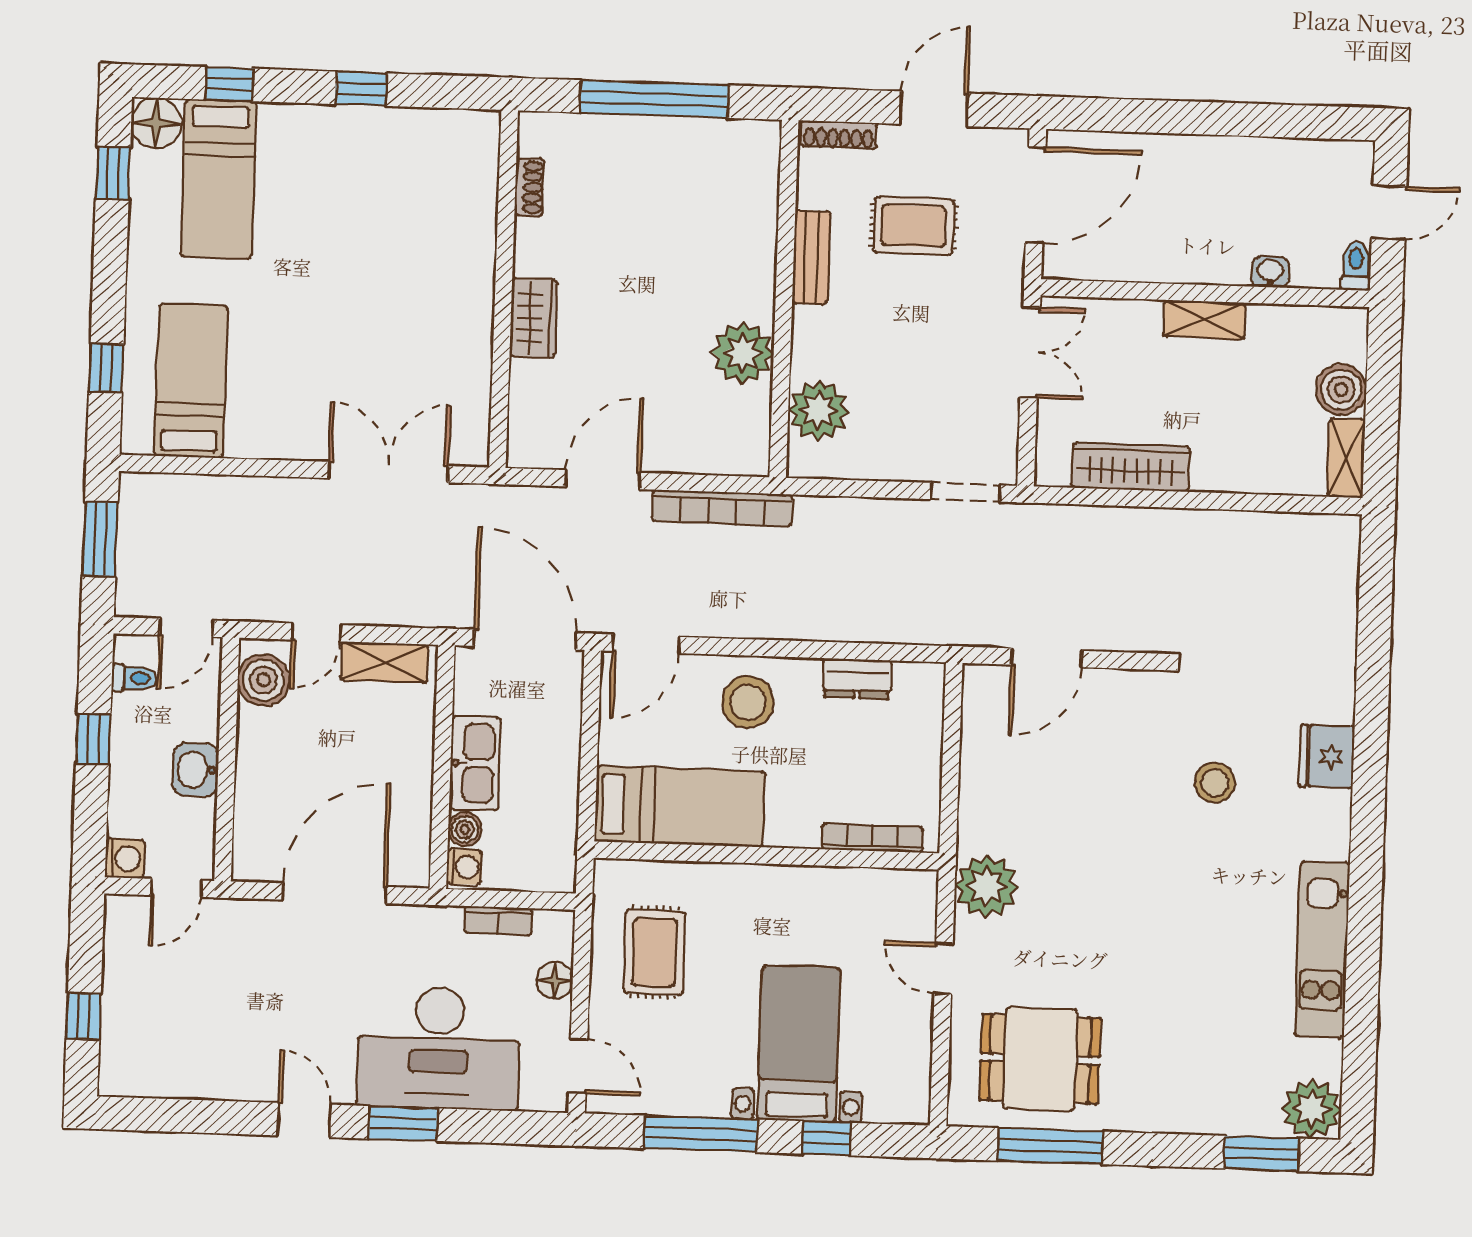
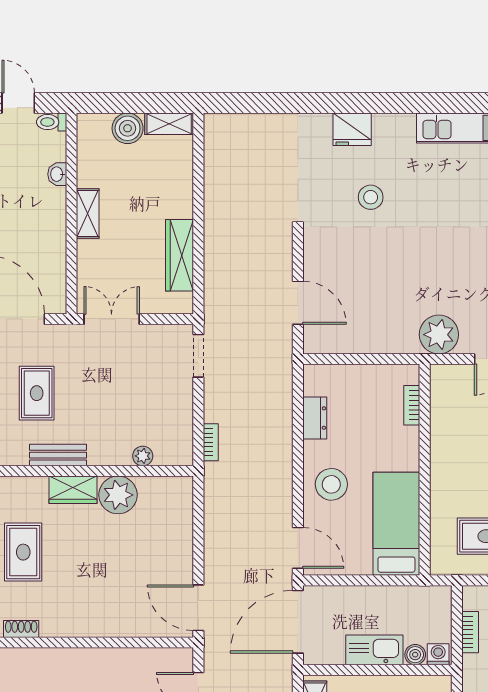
rug: (655, 195) -> (23, 552), added
wardrobe: (533, 318) -> (73, 490), moved, turned 180
plant: (819, 410) -> (143, 456), width x0.53, depth x0.53
door: (603, 480) -> (198, 608), moved
bookcase: (722, 508) -> (211, 442), moved, width x0.43, depth x0.76
bookcase: (872, 838) -> (412, 405), width x0.64

